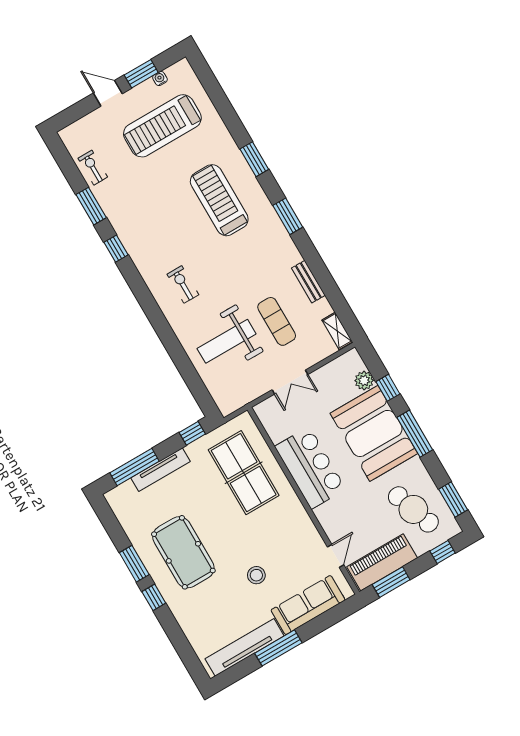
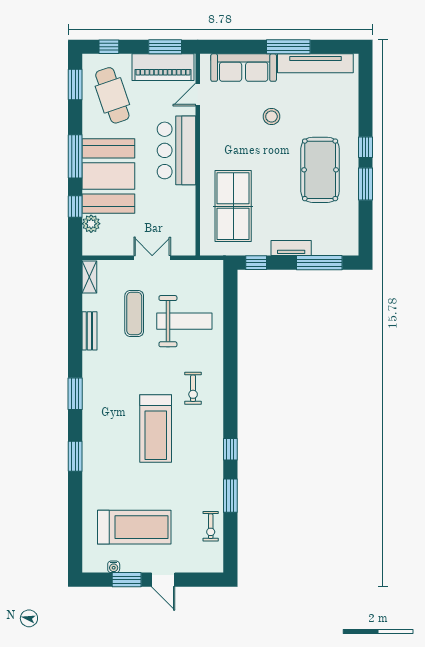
treadmill: (219, 200) -> (156, 429), moved
bar counter: (310, 468) -> (177, 150), moved
tv unit: (161, 470) -> (291, 248), width x0.71

